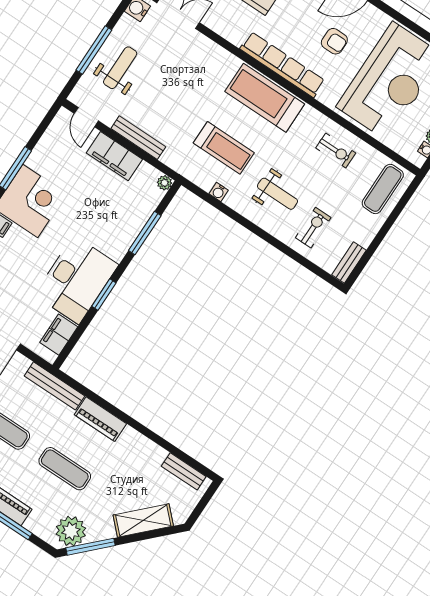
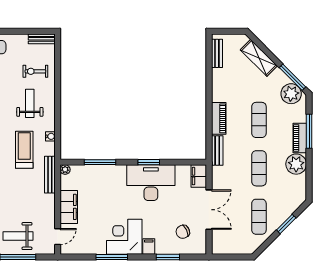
bench: (138, 138) -> (50, 175), moved
filing cabinet: (59, 335) -> (199, 176), moved, turned 90
bench: (54, 386) -> (217, 150), width x0.73

